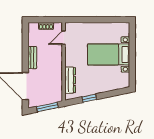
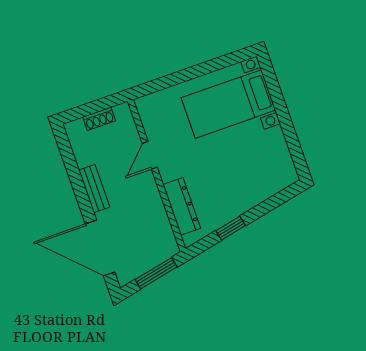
door: (64, 38) -> (150, 155), moved
bed with nightstands: (109, 54) -> (228, 104), moved

